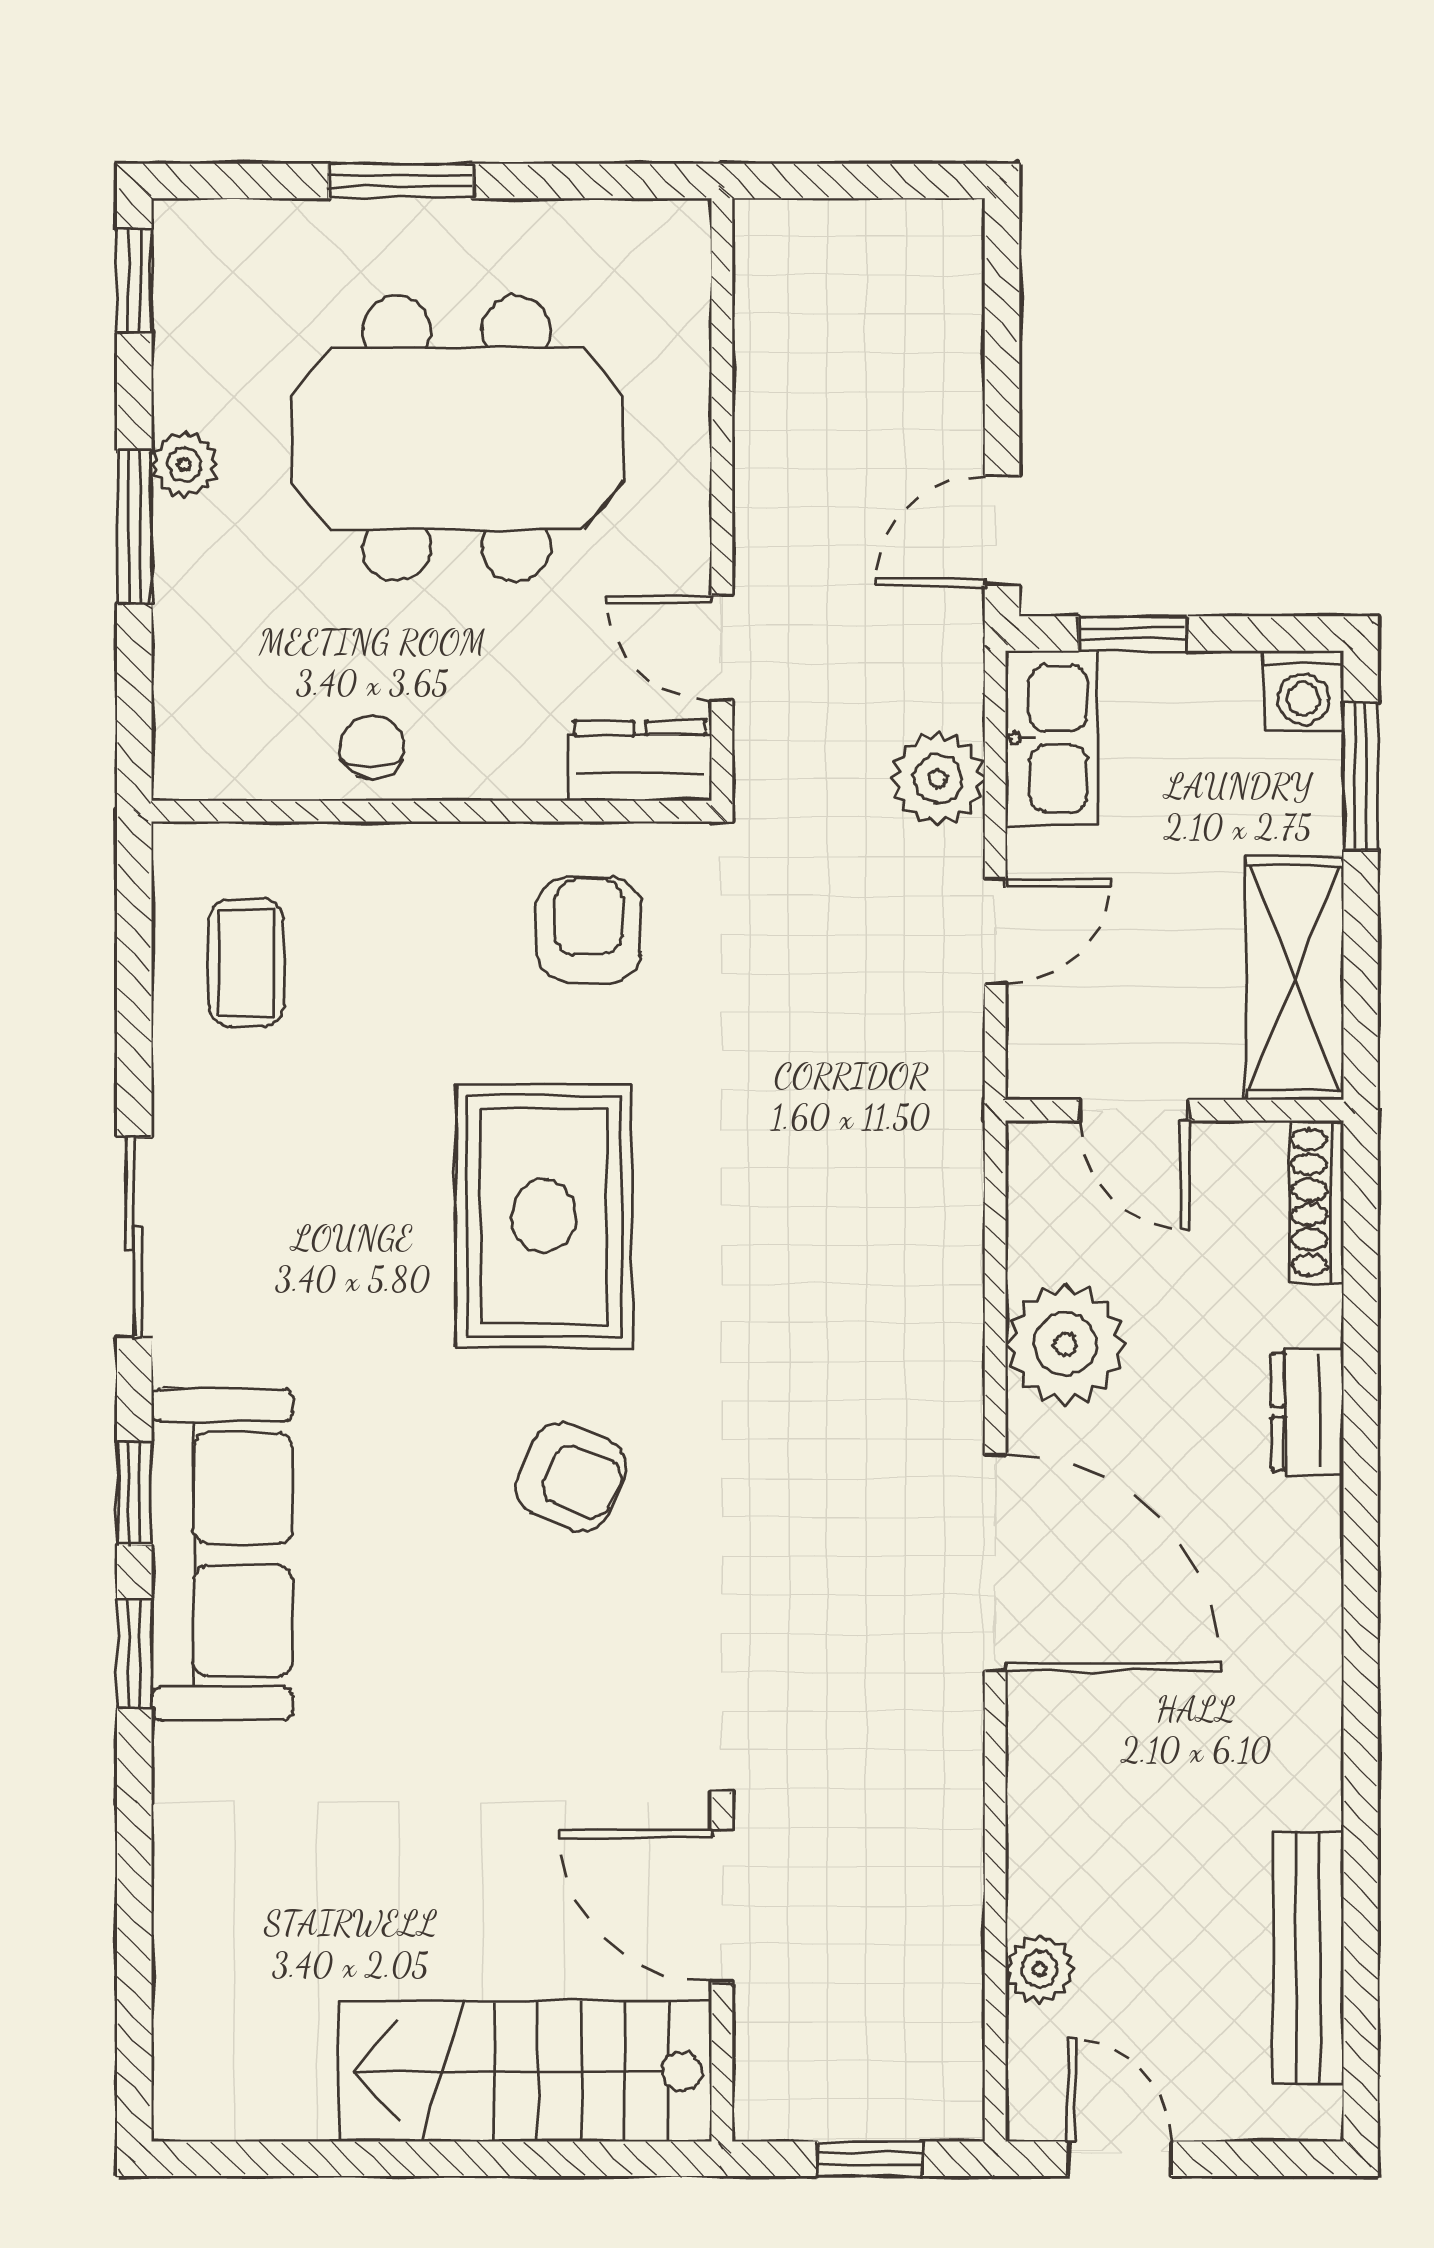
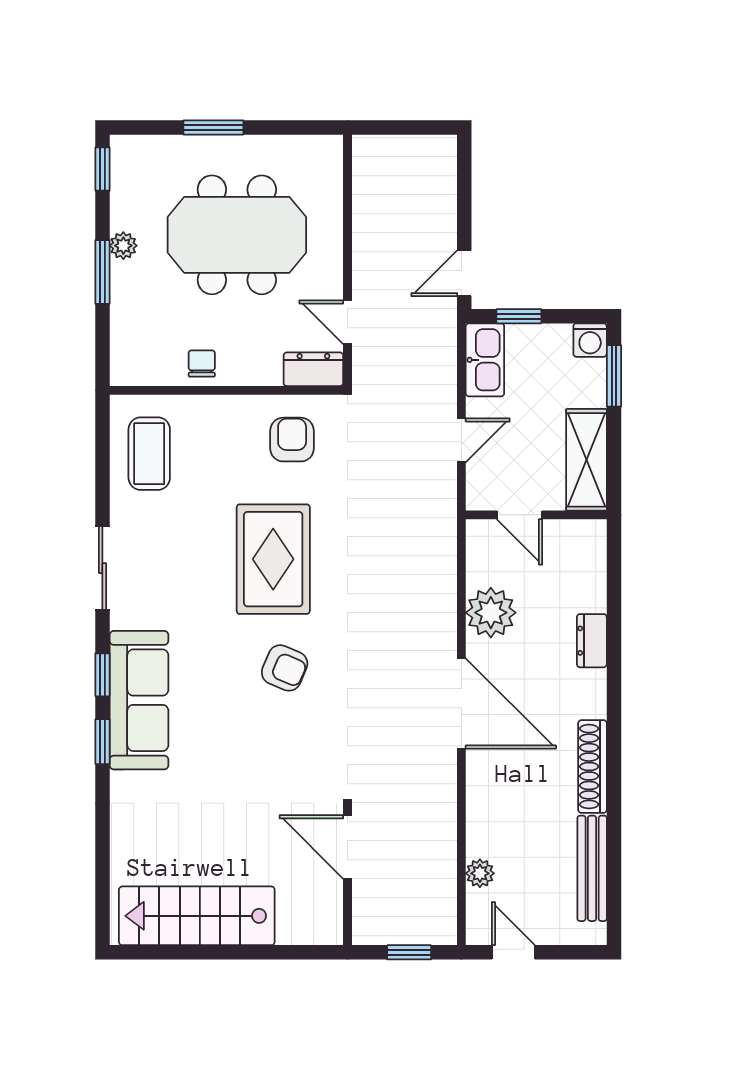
plant: (938, 779) -> (438, 377), removed
coffee table: (246, 963) -> (149, 454), width x1.36, depth x1.30
shoe rack: (1316, 1202) -> (592, 767), moved, width x1.36, depth x1.24
stairs: (525, 2071) -> (197, 916), moved

